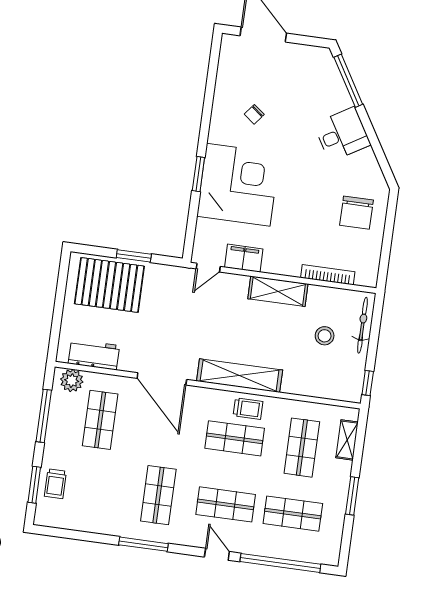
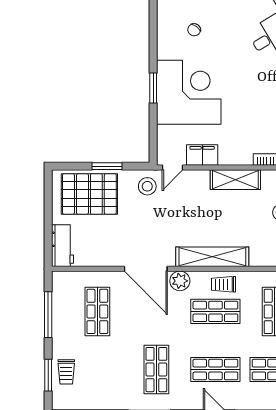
stool: (177, 285) -> (147, 186), added
workbench: (94, 355) -> (63, 246), moved, turned 90
plant: (72, 381) -> (180, 281), moved
trolley: (248, 409) -> (223, 284), turned 180

